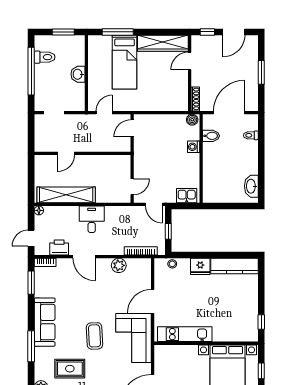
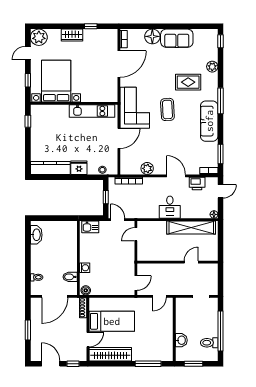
door: (234, 32) -> (51, 364), hinge flipped
bed: (125, 62) -> (112, 321), moved, turned 90
washbasin: (78, 74) -> (181, 340), moved

